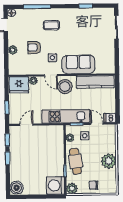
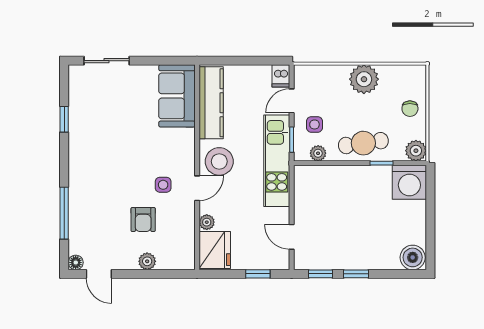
coffee table: (51, 25) -> (101, 186), removed
sofa: (78, 64) -> (177, 96), moved

